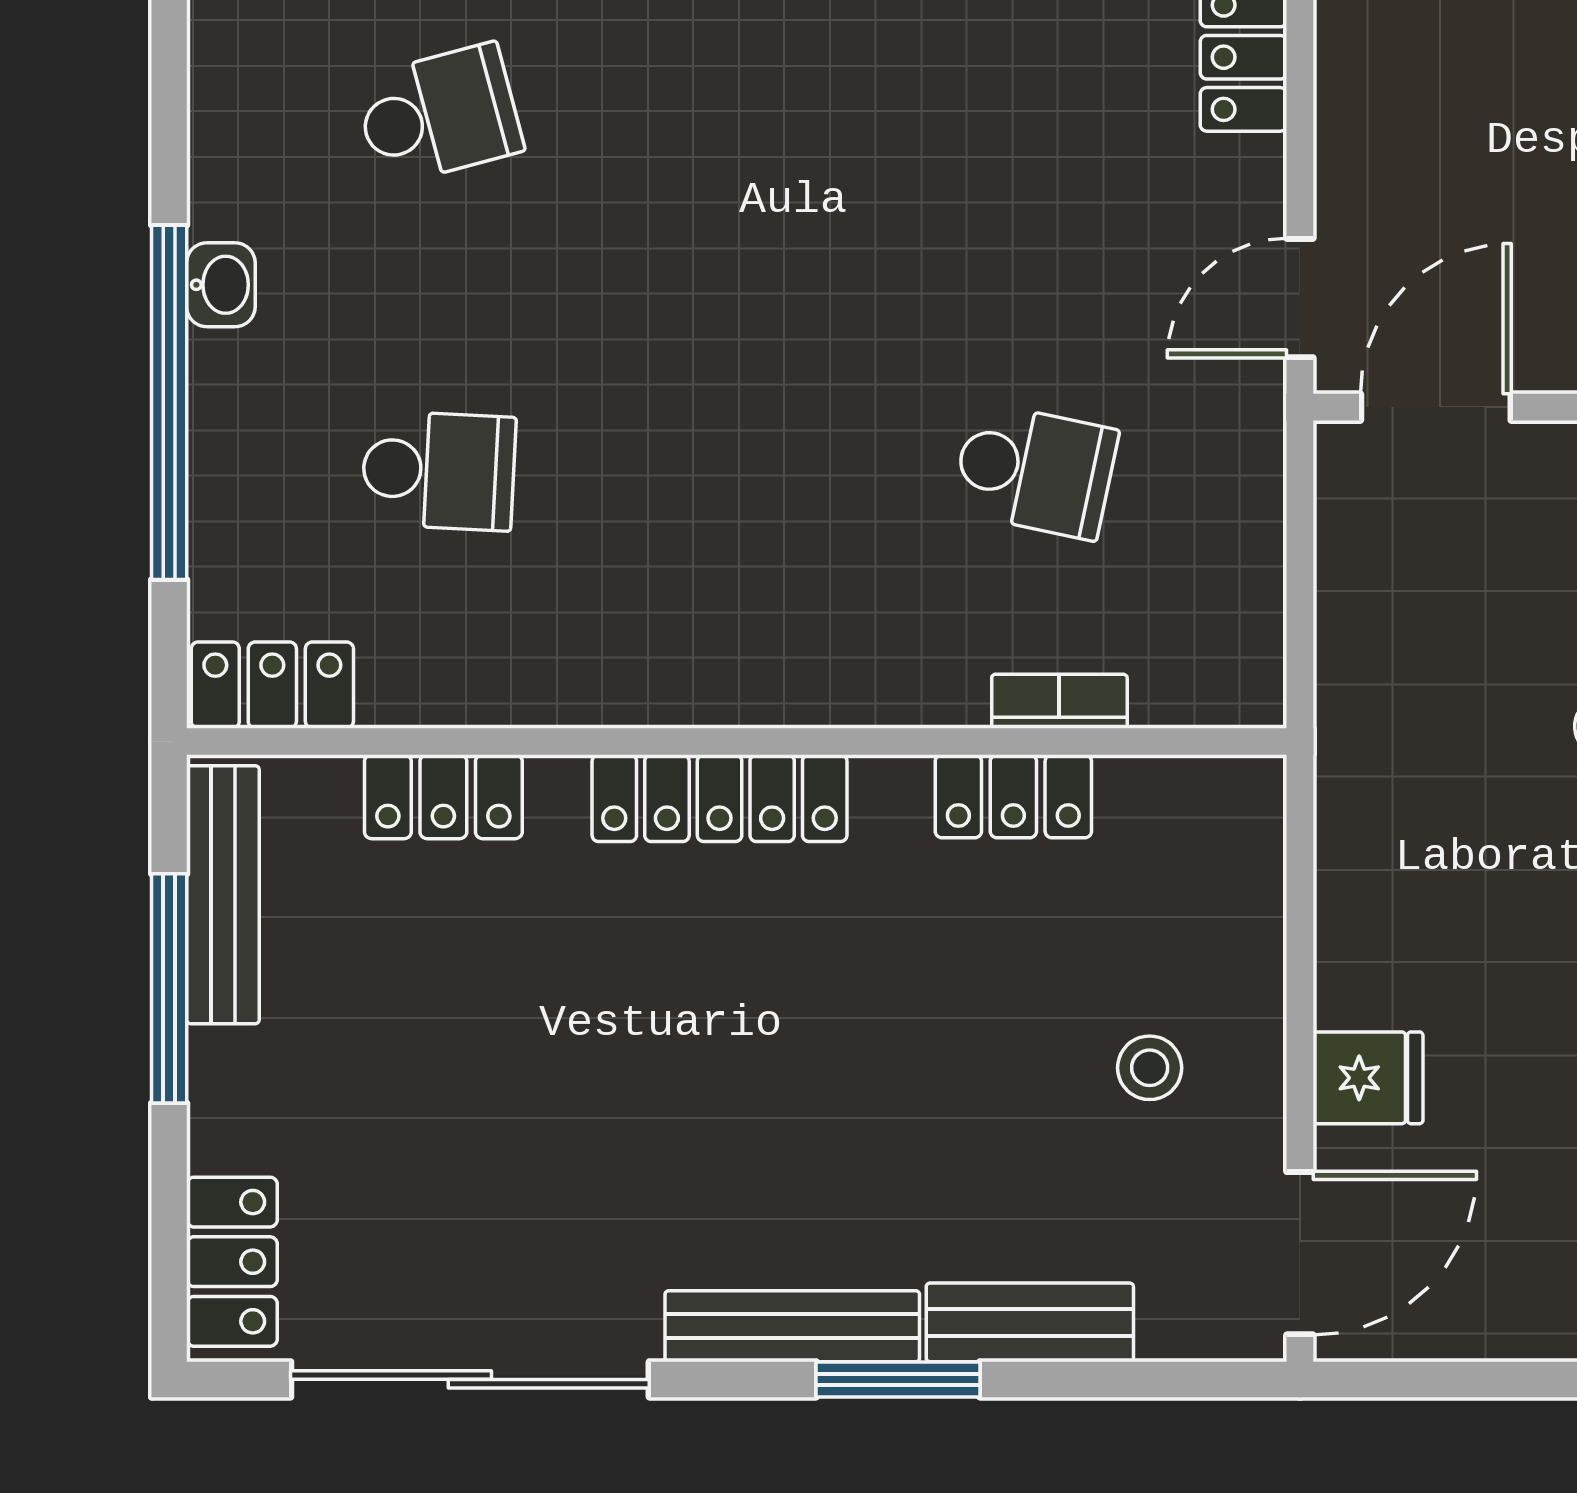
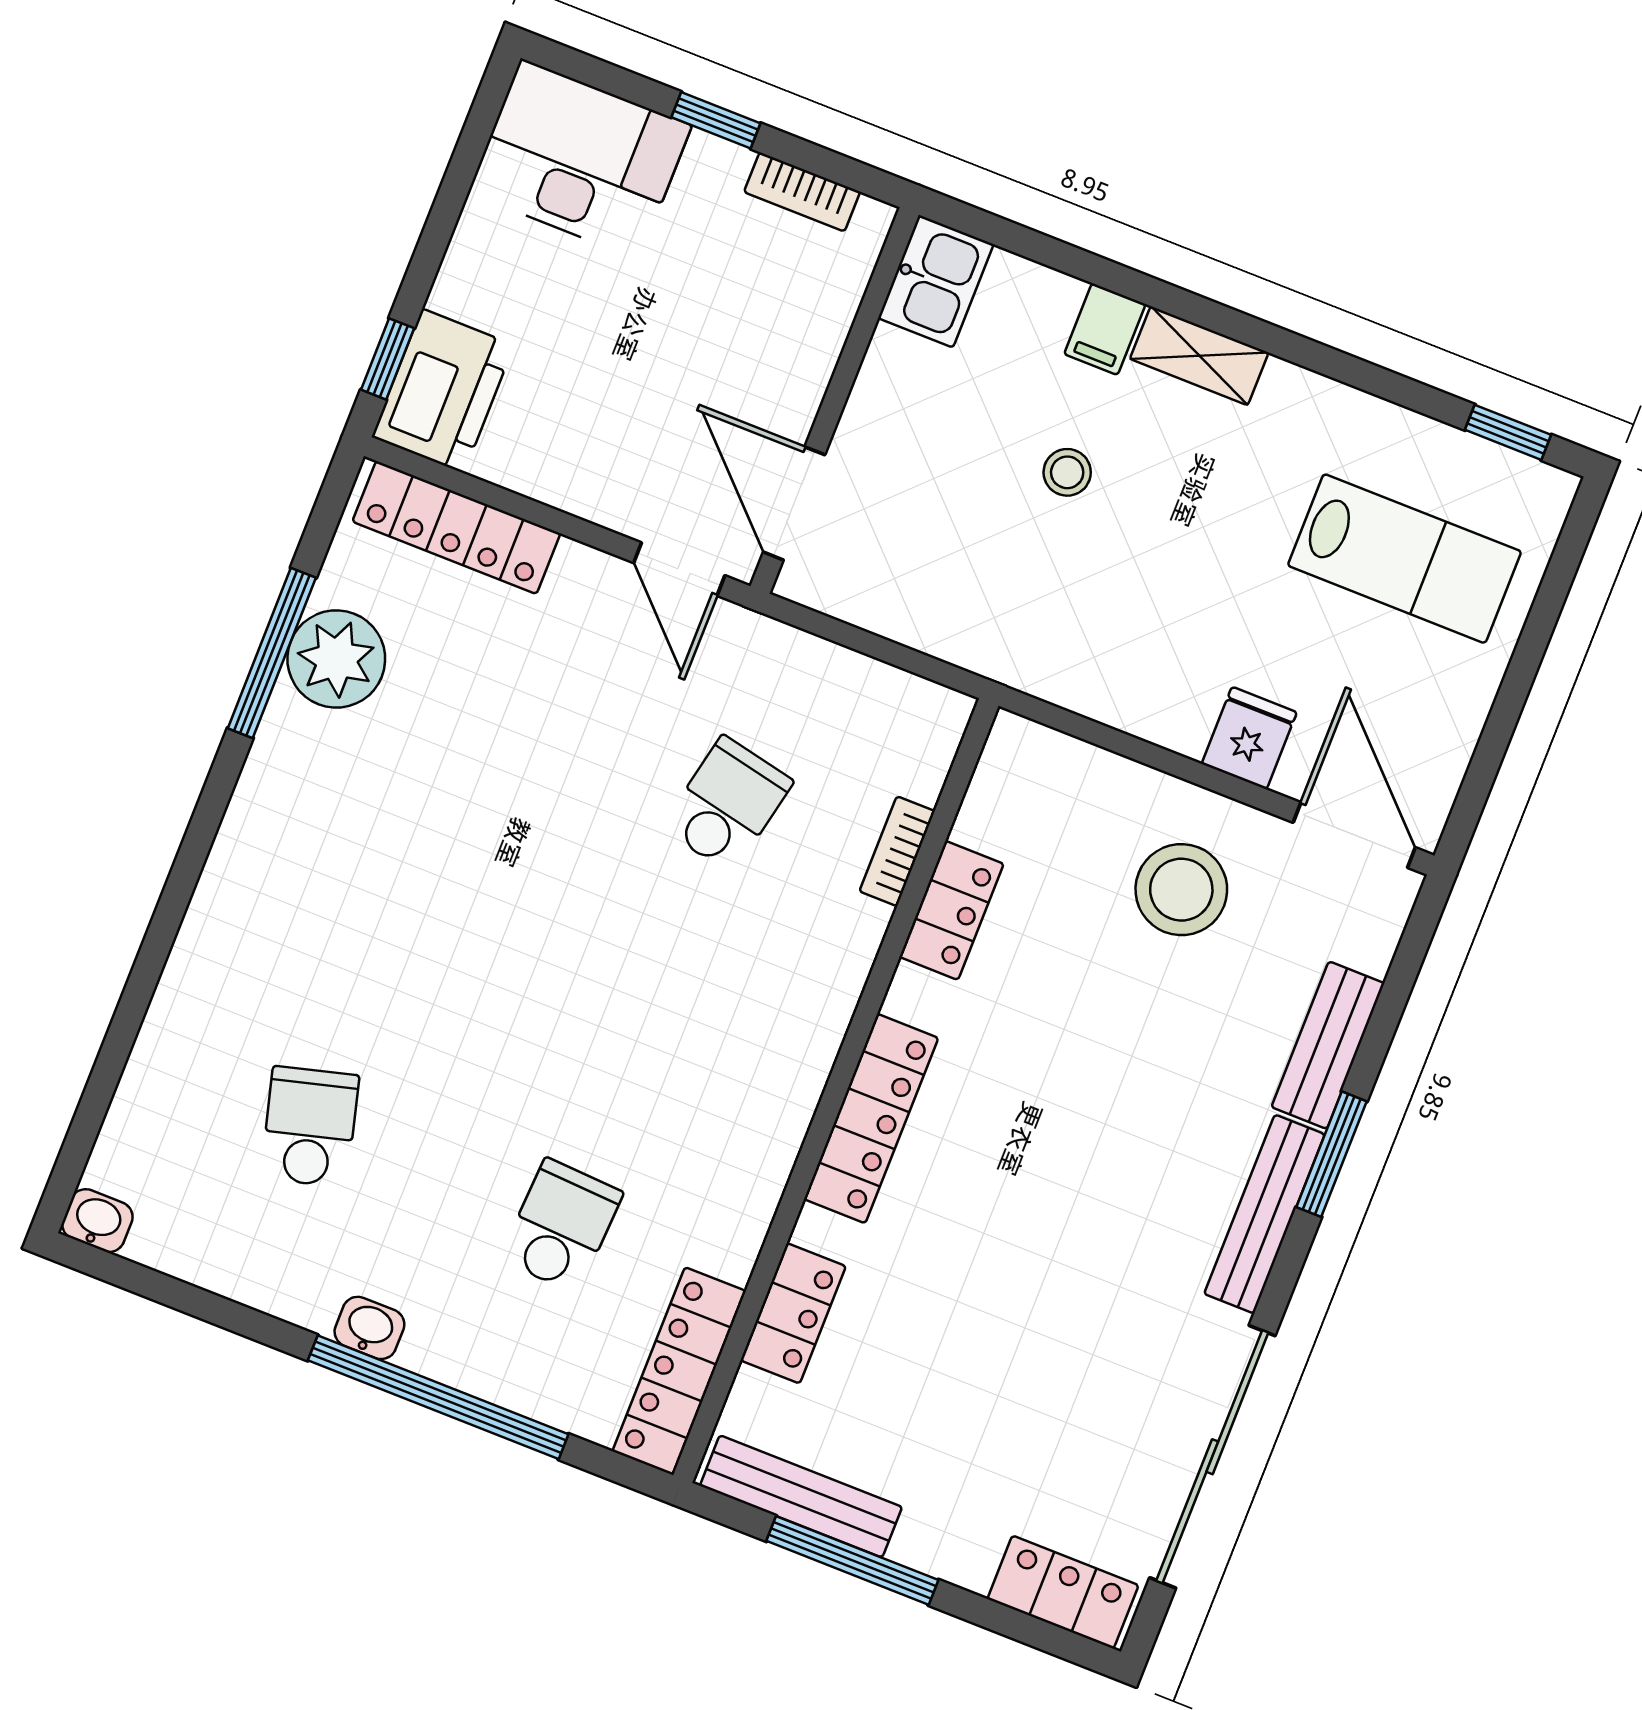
locker: (272, 685) -> (679, 1371), width x1.53
stool: (1150, 1068) -> (1181, 890), width x1.89, depth x1.89

